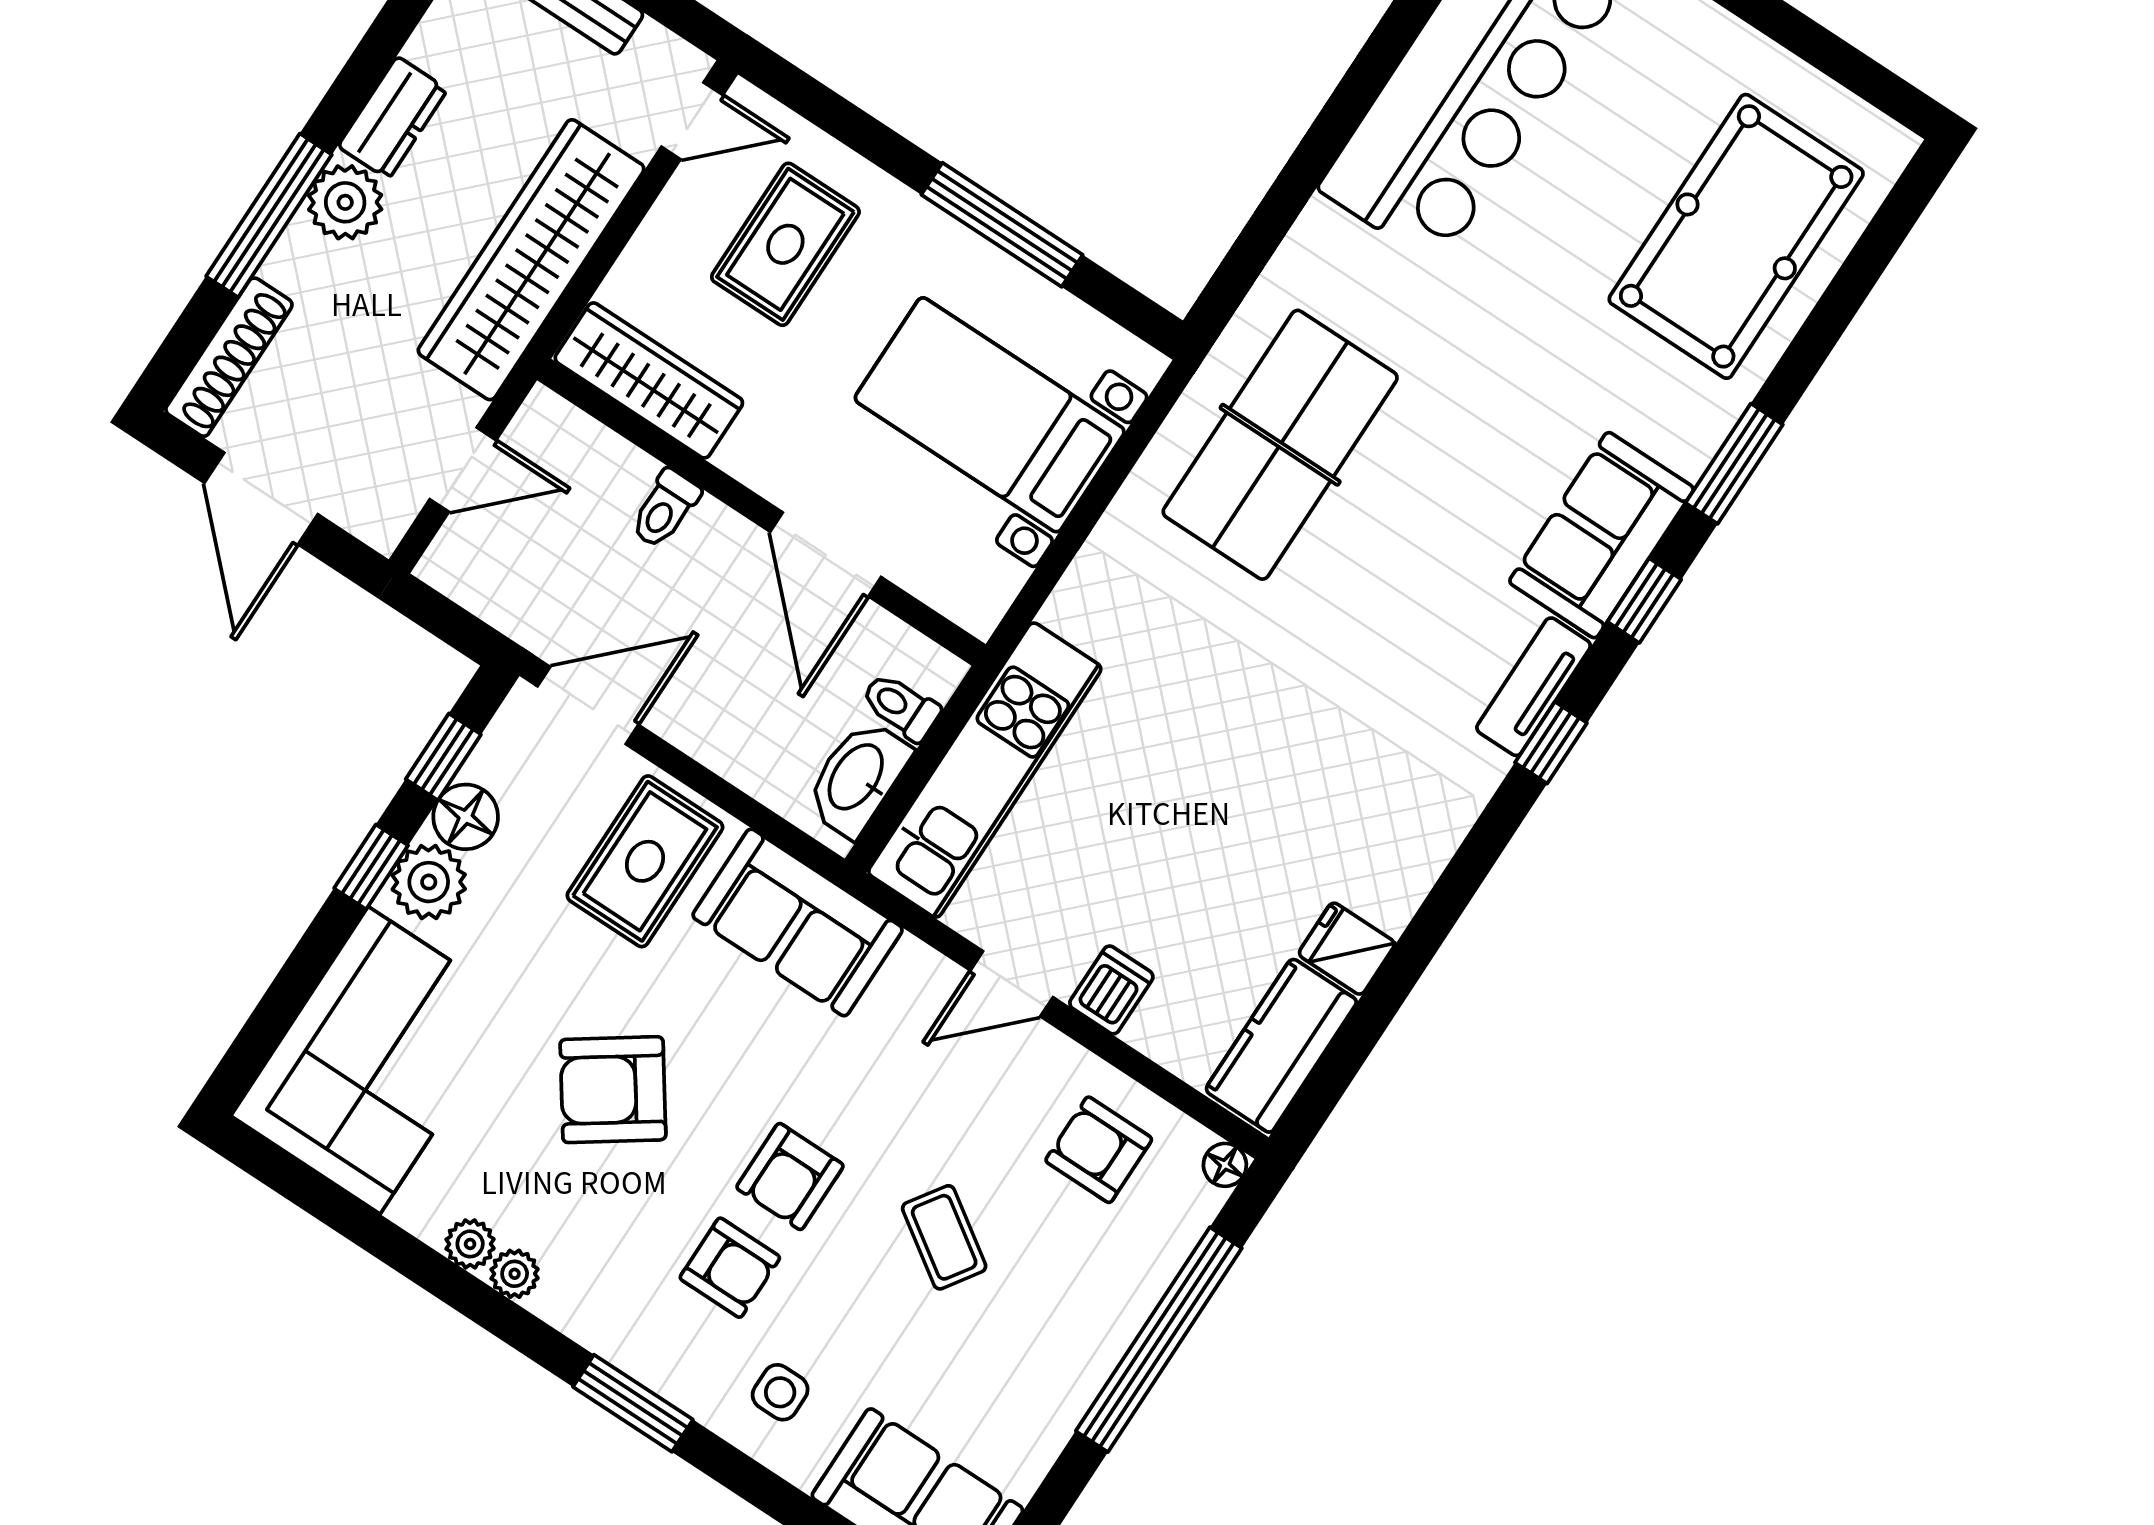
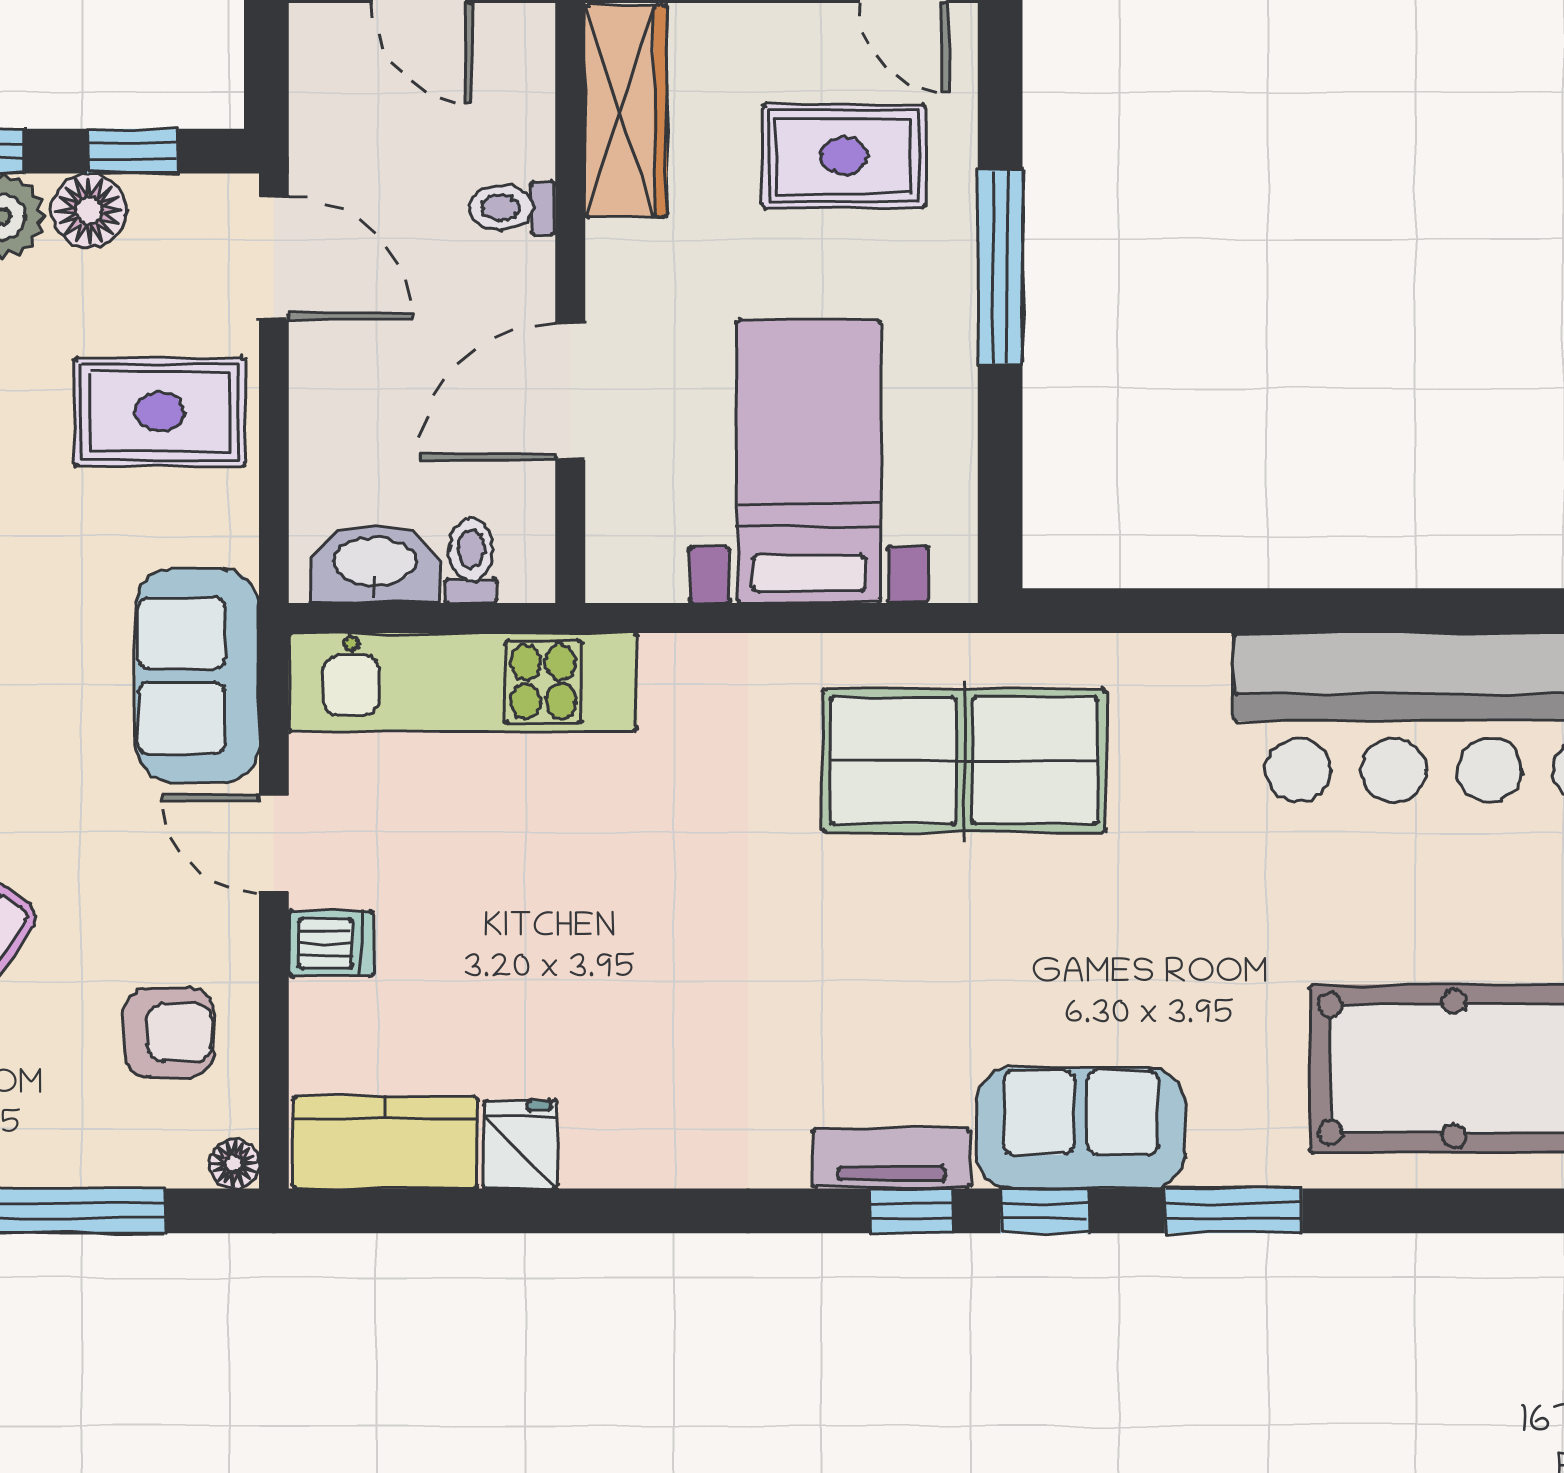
window: (1002, 225) -> (1000, 267), moved
window: (1551, 743) -> (911, 1211), moved
sofa: (798, 922) -> (197, 676), moved
armchair: (1099, 1150) -> (169, 1032), turned 90

